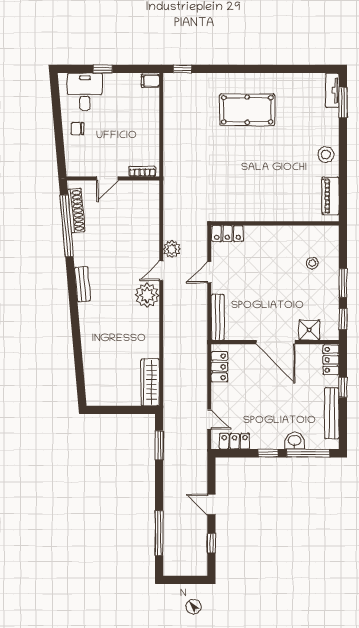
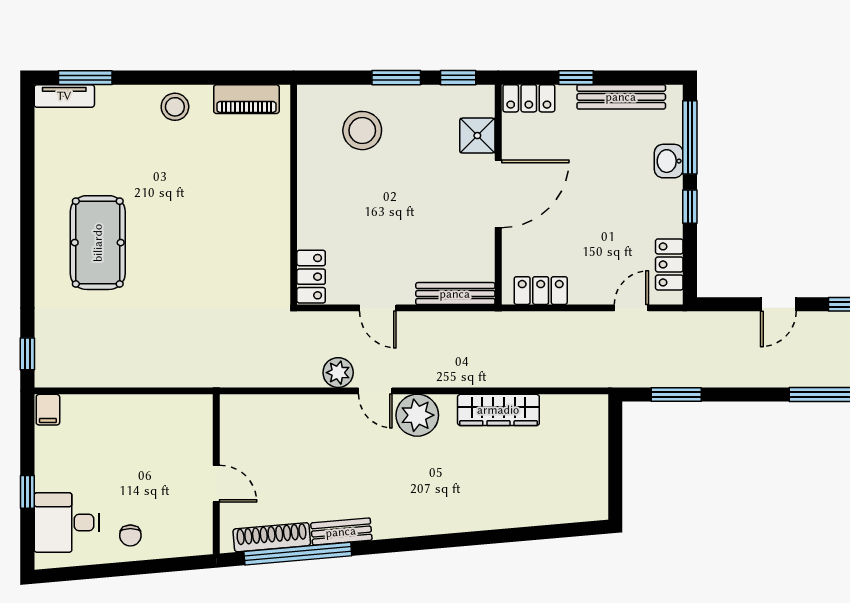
bookcase: (142, 171) -> (204, 424), removed
stool: (312, 263) -> (362, 131), width x1.89, depth x1.89
bench: (83, 284) -> (341, 532), moved
wardrobe: (150, 382) -> (498, 410), moved

